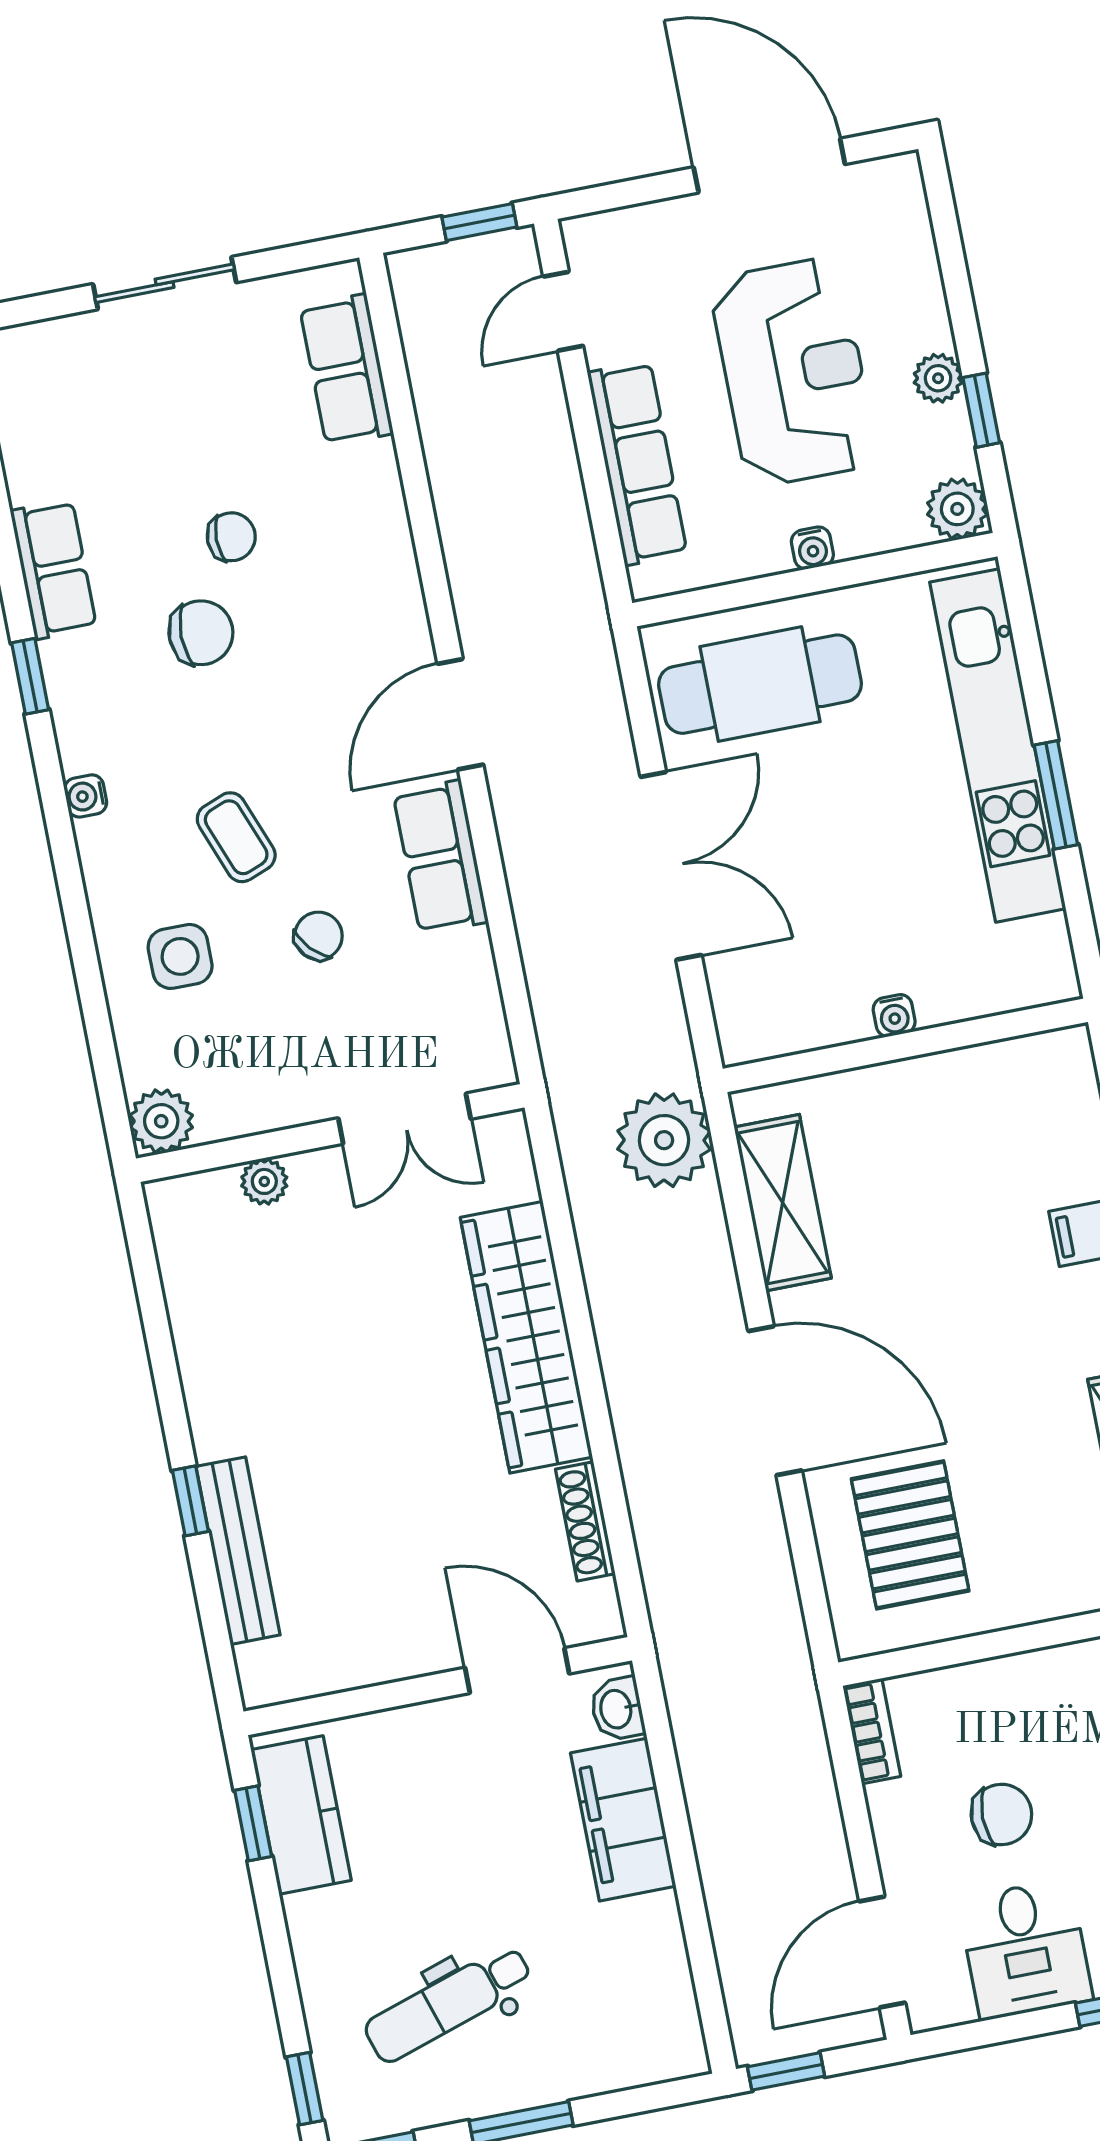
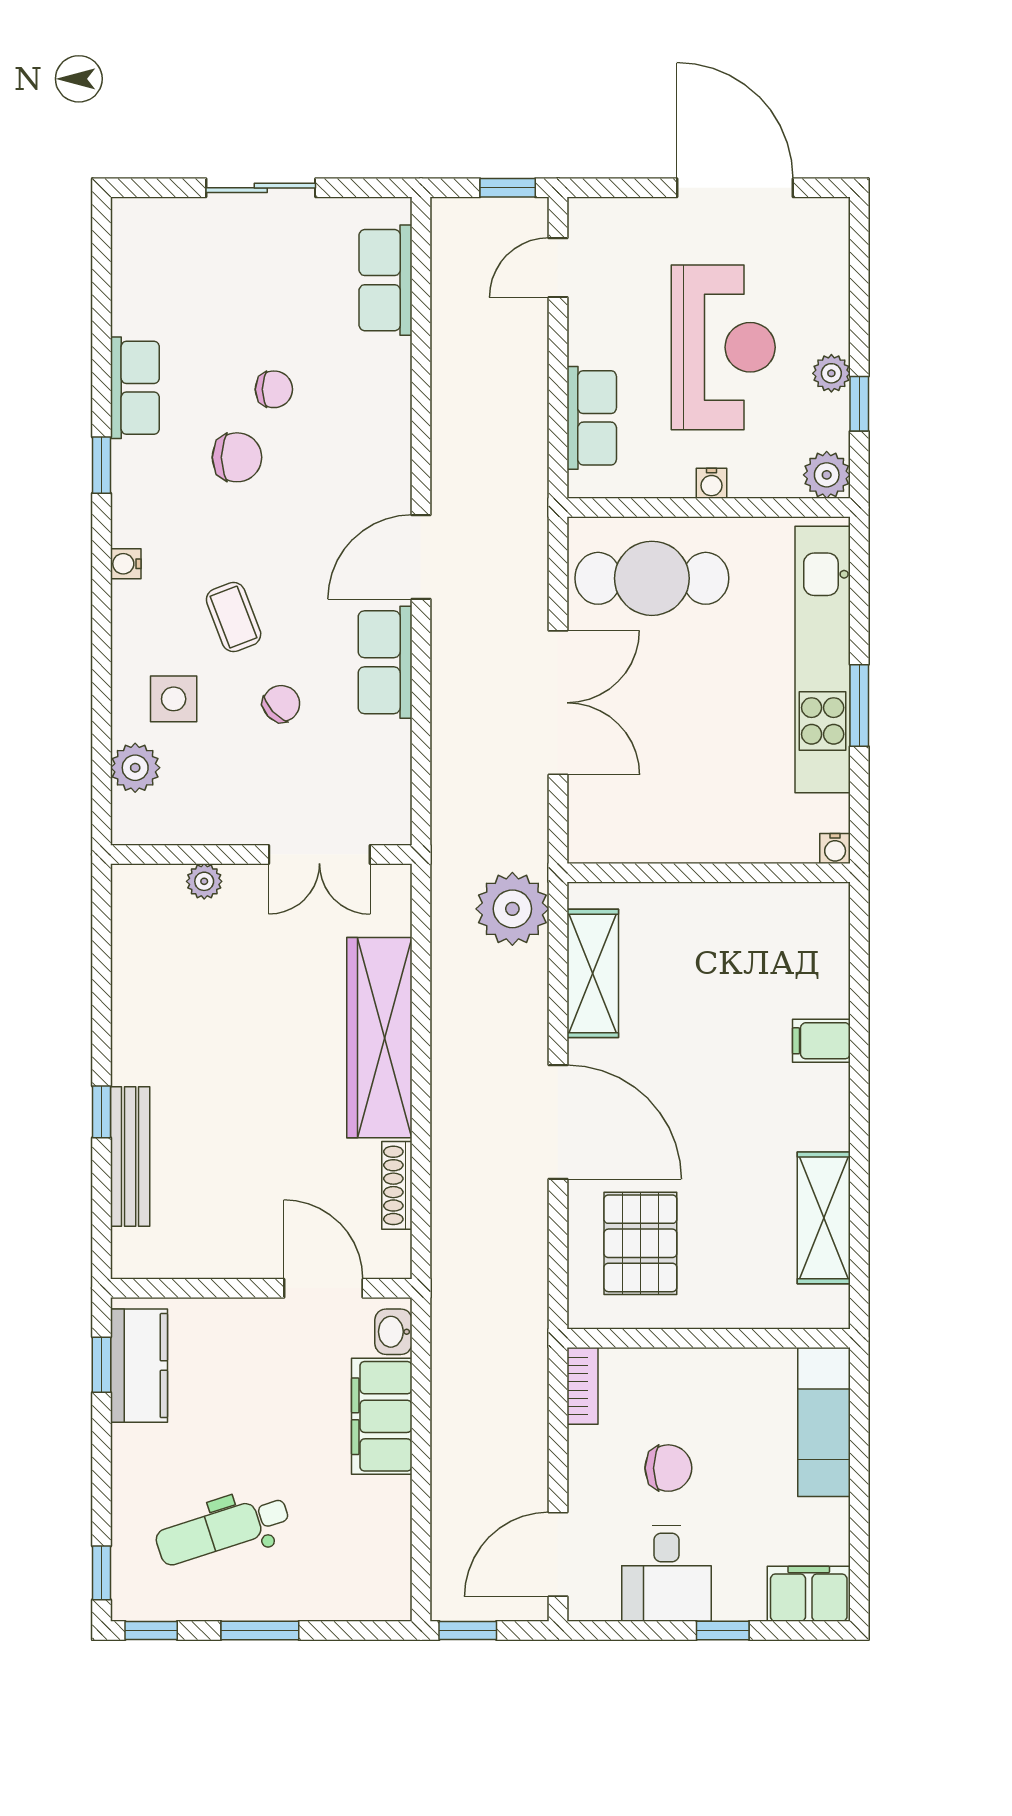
row of seats: (637, 463) -> (592, 418), width x0.68
water cooler: (894, 1016) -> (835, 848), moved
plant: (161, 1121) -> (135, 768), moved

